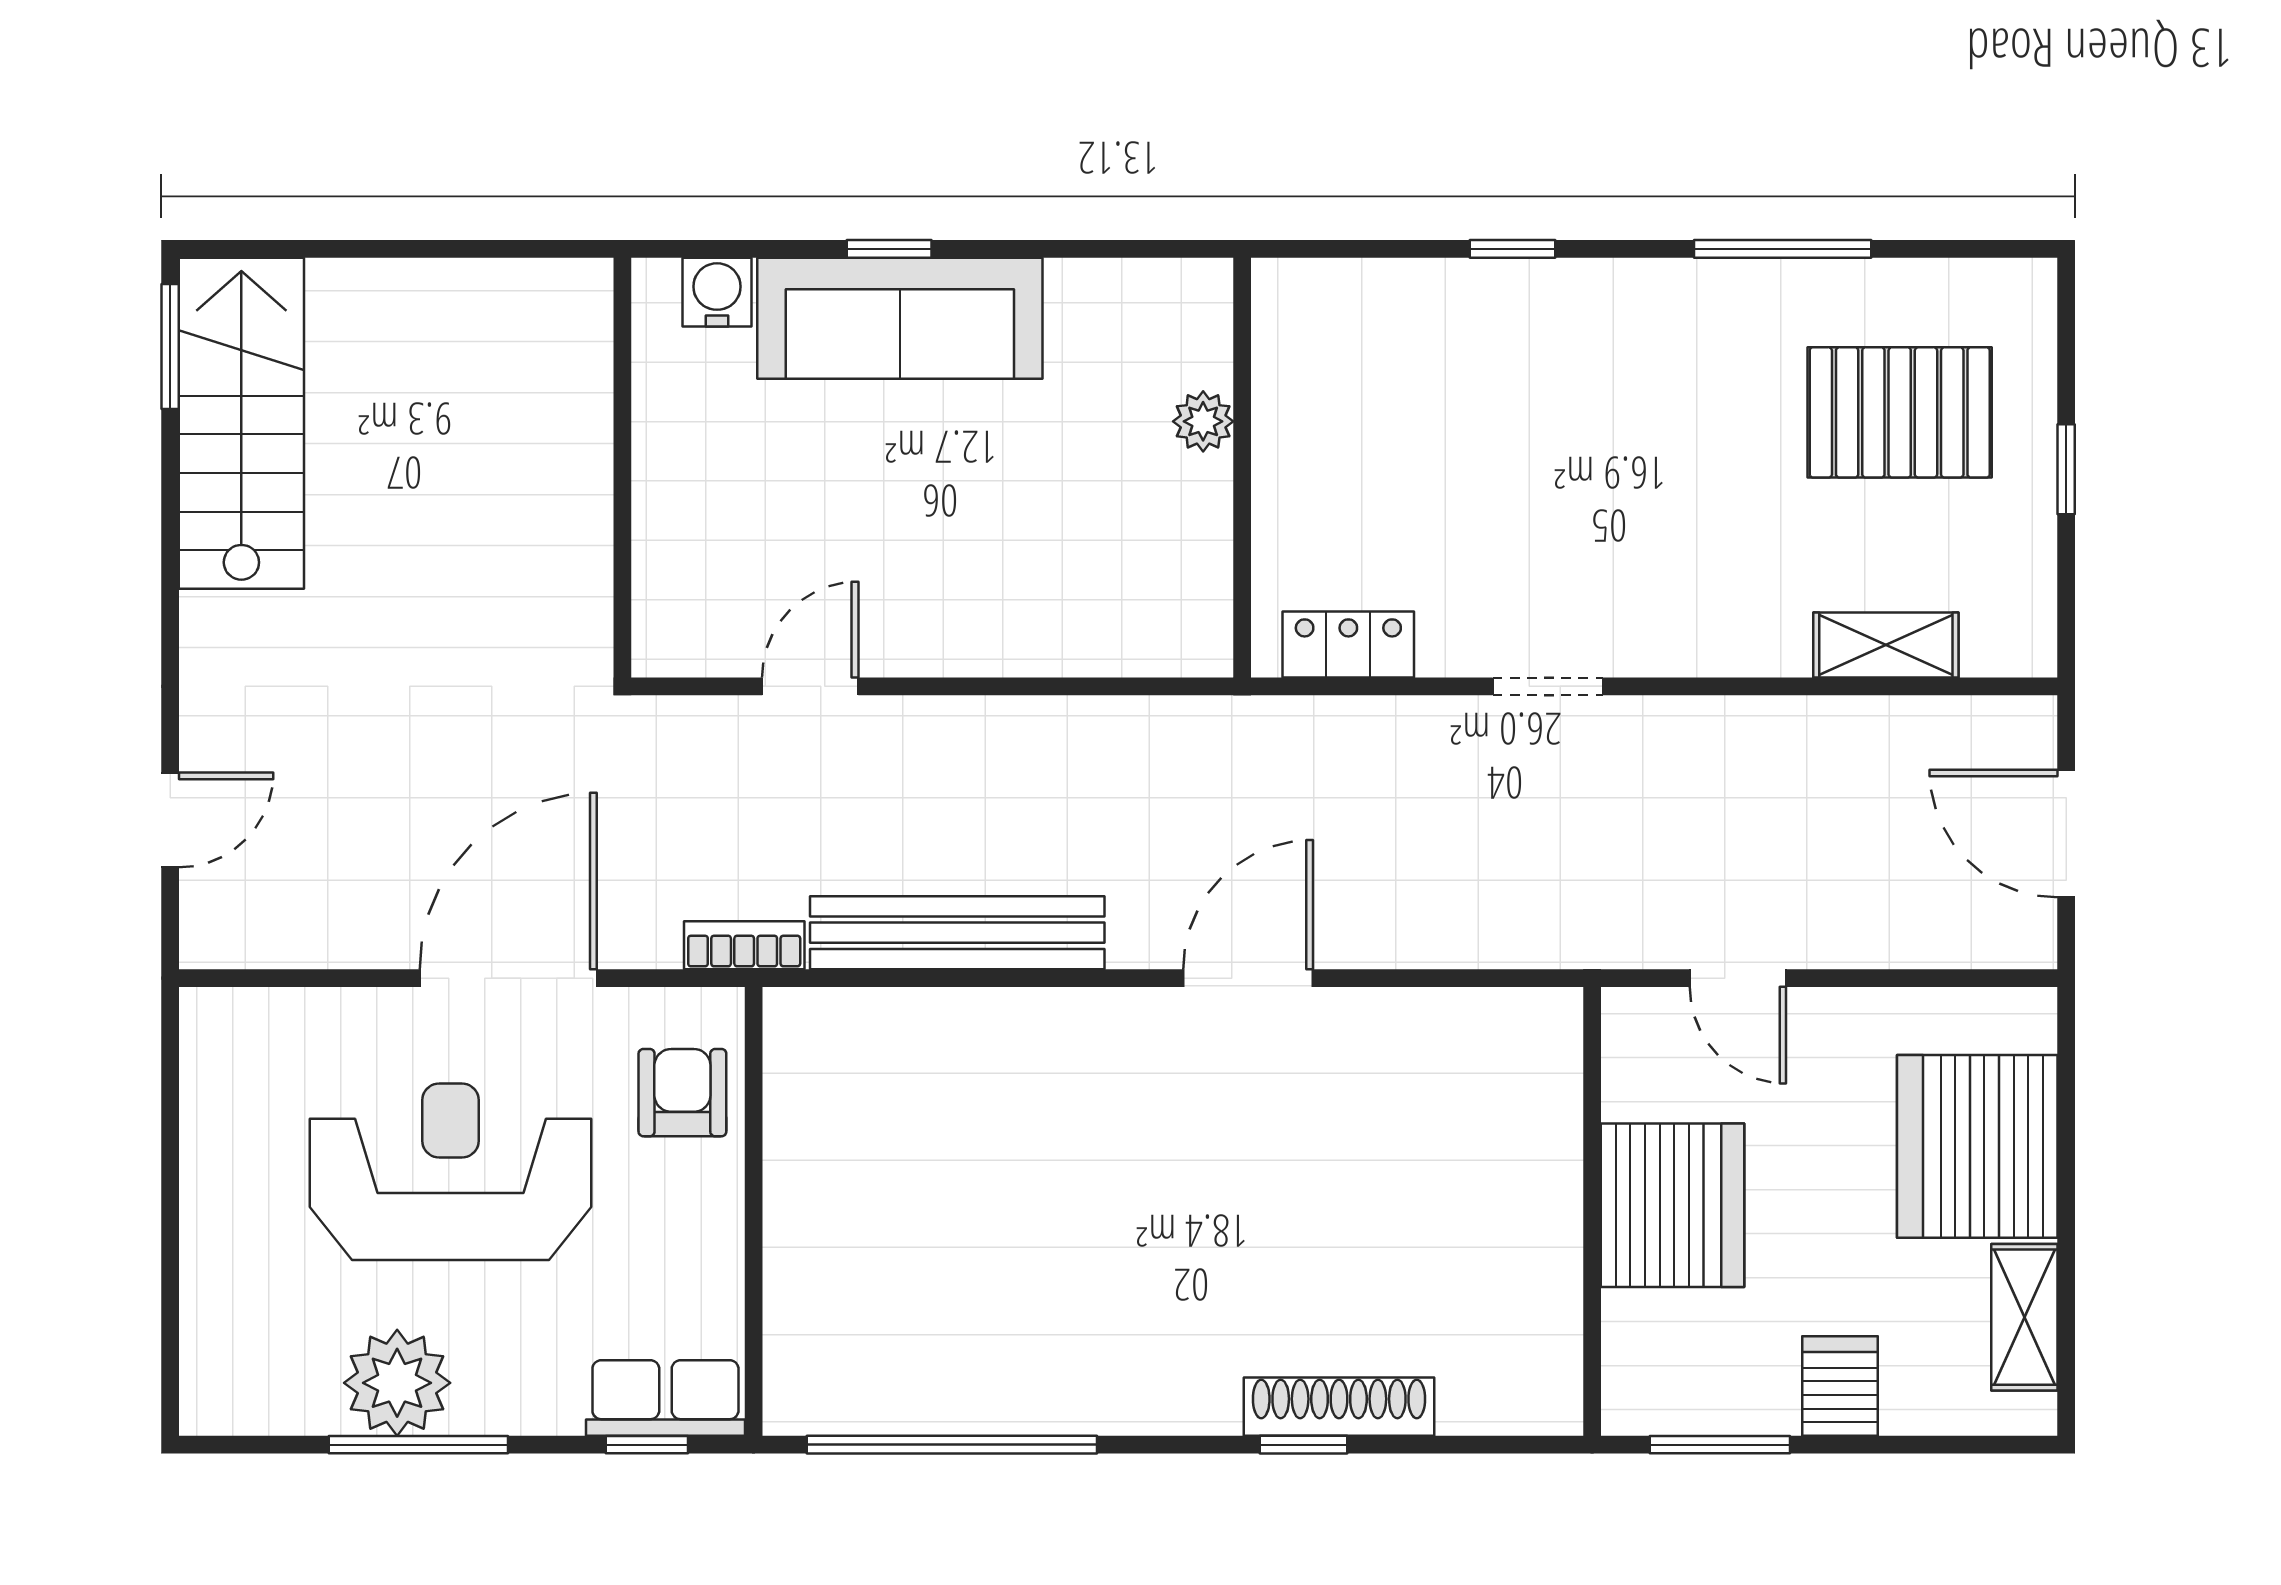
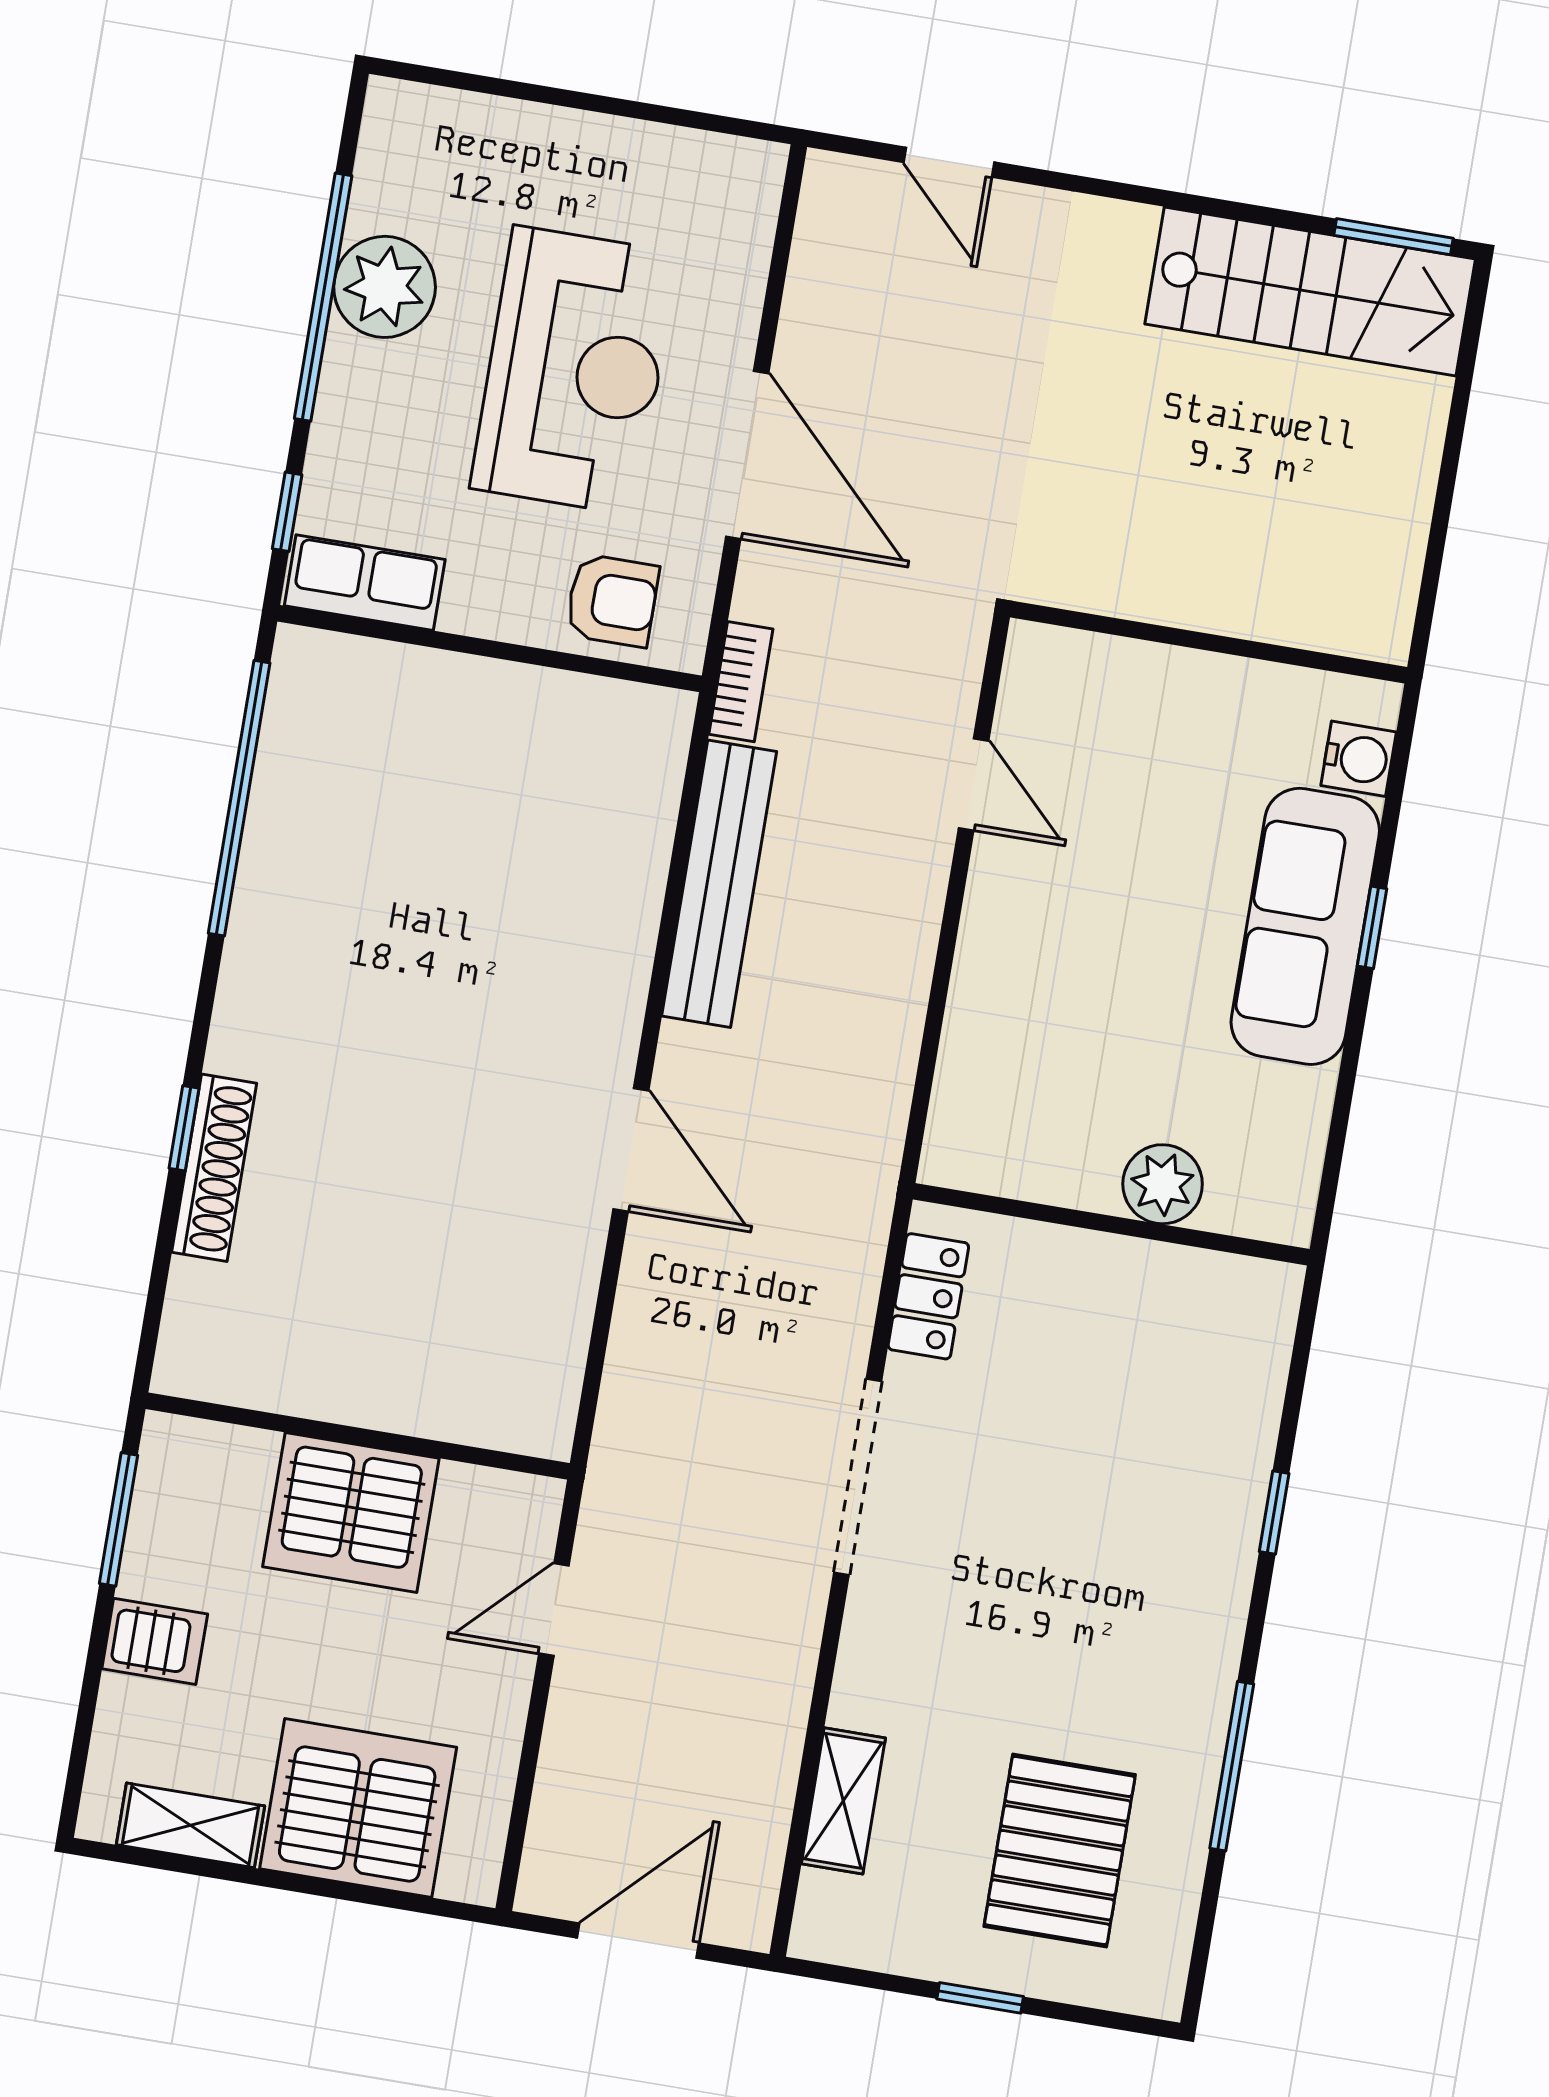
plant: (1203, 421) -> (1163, 1184), width x1.38, depth x1.38
doorway: (1548, 686) -> (858, 1477), width x1.88
row of seats: (665, 1398) -> (365, 583), moved, turned -90
window: (418, 1445) -> (323, 297), width x1.46

